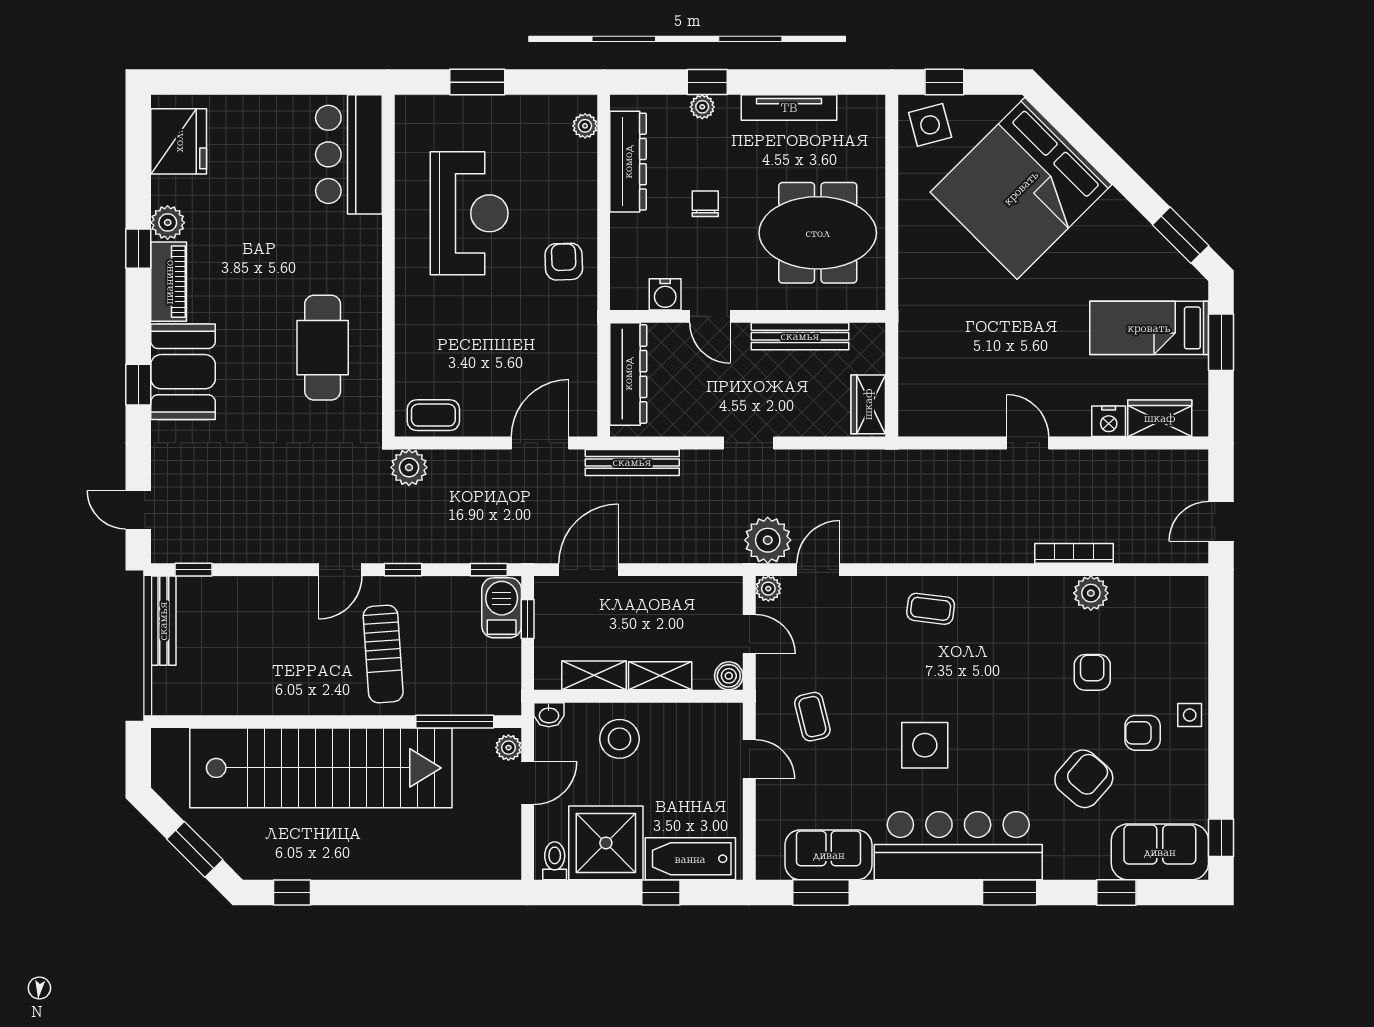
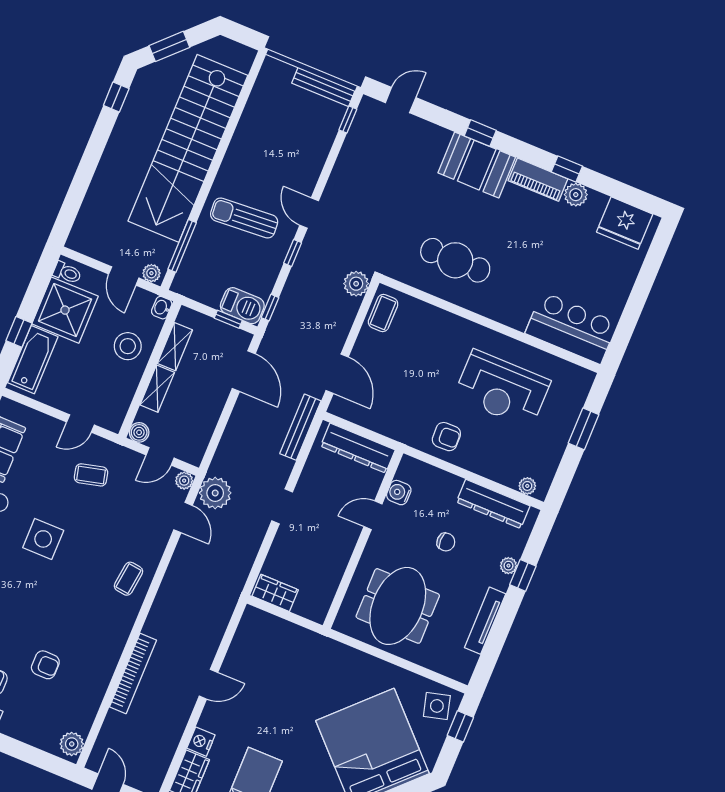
bench: (800, 336) -> (337, 567), removed
bookcase: (1074, 553) -> (133, 673), width x1.48, depth x1.31
plant: (1091, 593) -> (72, 744), moved

